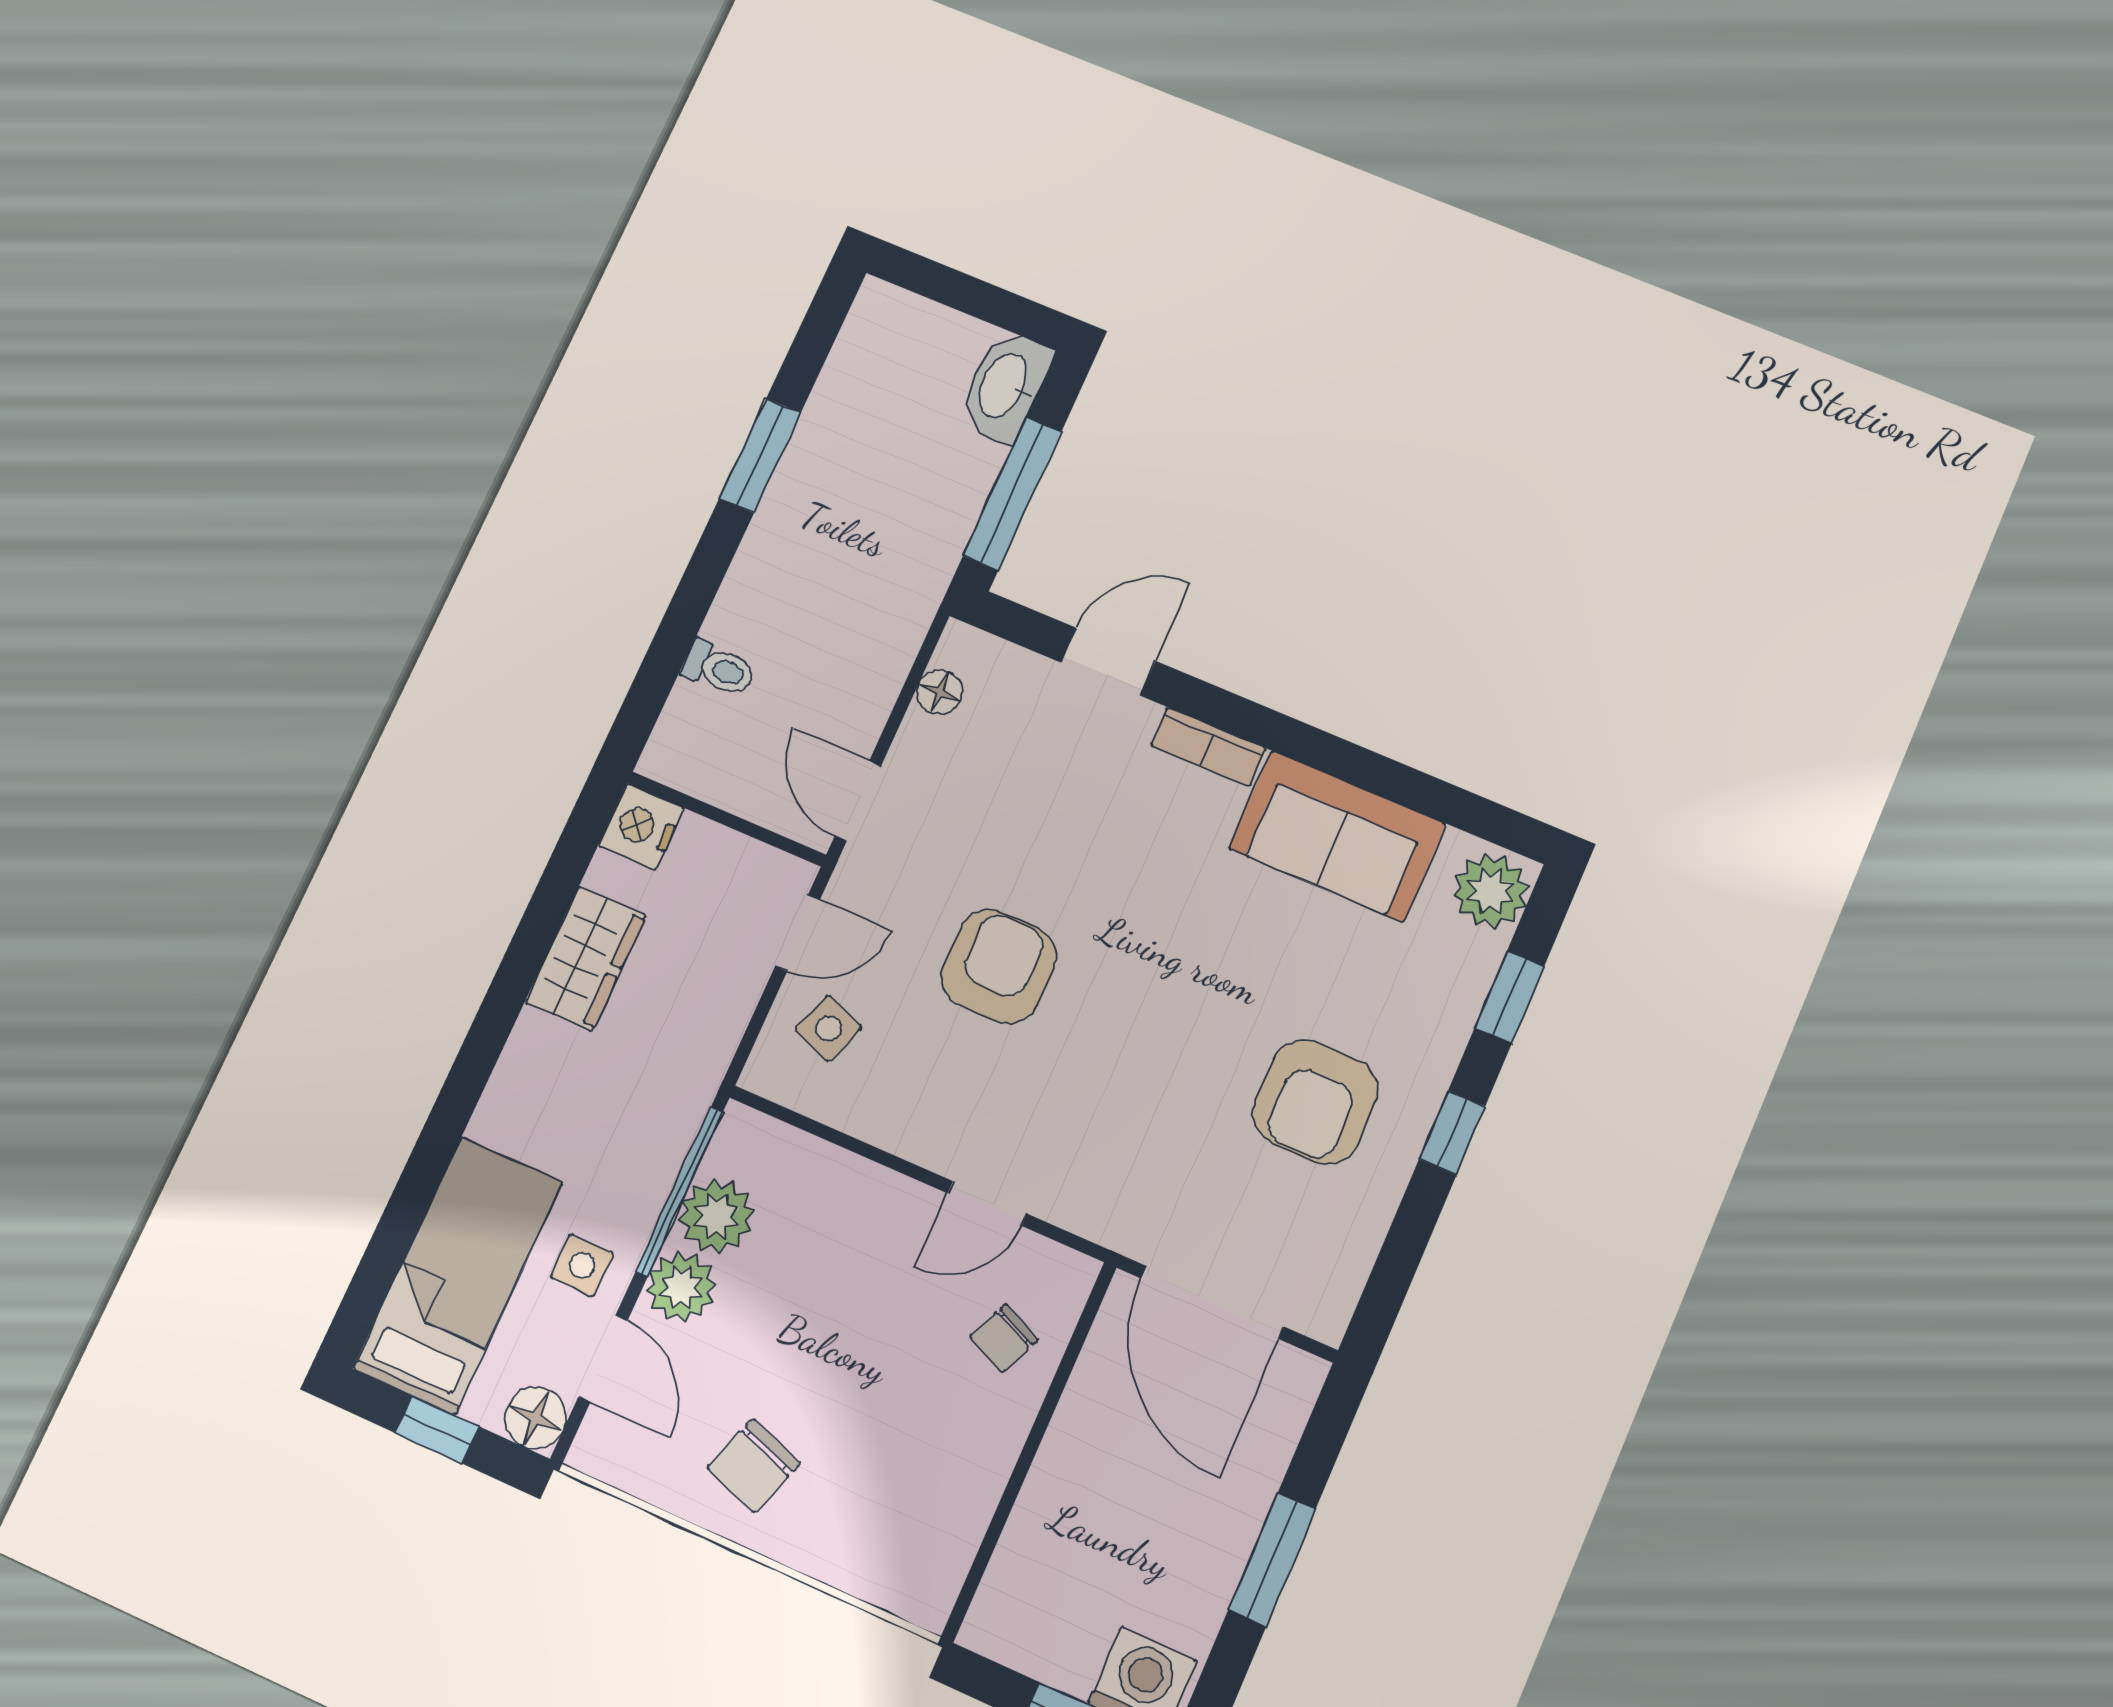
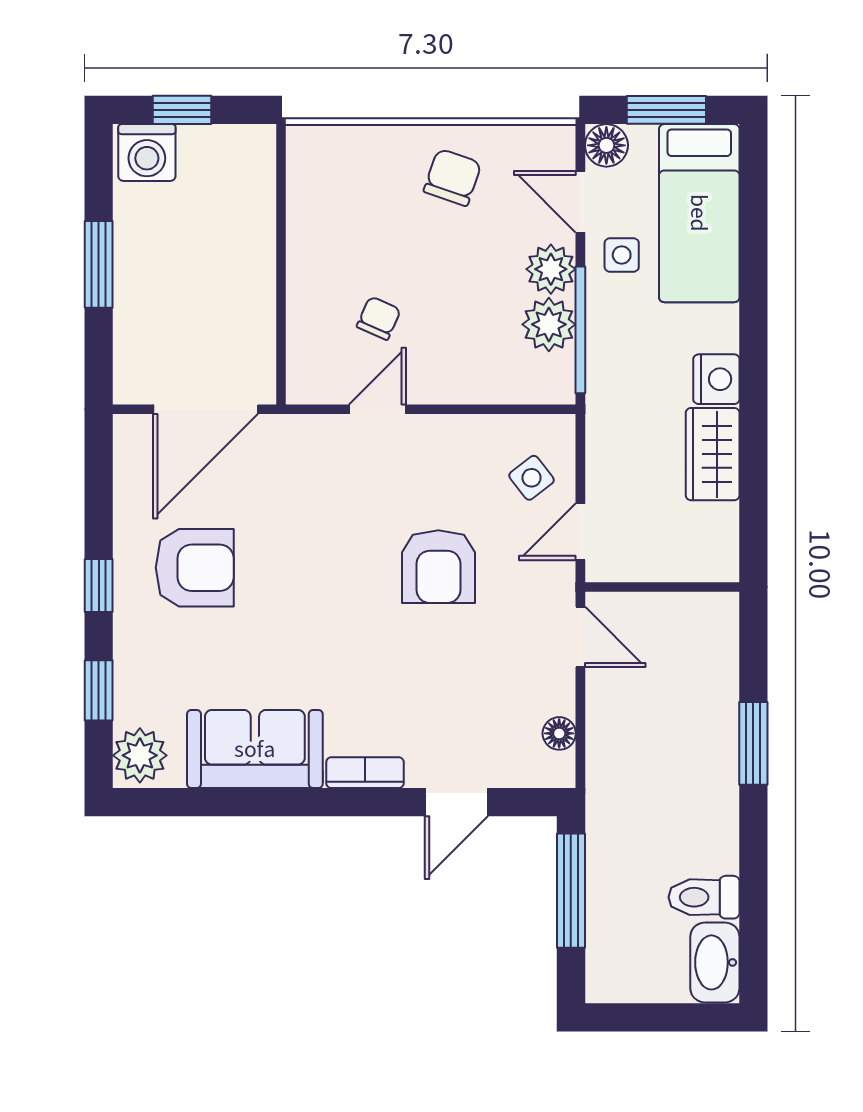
washbasin: (1005, 386) -> (715, 962), moved, turned 180
window: (760, 456) -> (753, 743), moved
toilet: (719, 669) -> (704, 897), moved, width x1.37, depth x1.39
nightstand: (641, 827) -> (716, 379), moved
side table: (829, 1028) -> (531, 478), turned 32
armchair: (1316, 1101) -> (195, 568), turned 90
door: (1212, 1302) -> (206, 409), swing flipped
chair: (1004, 1338) -> (379, 318), moved
window: (437, 1430) -> (666, 110), width x1.50

